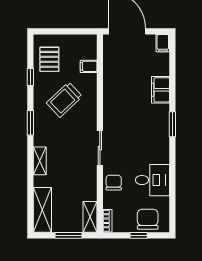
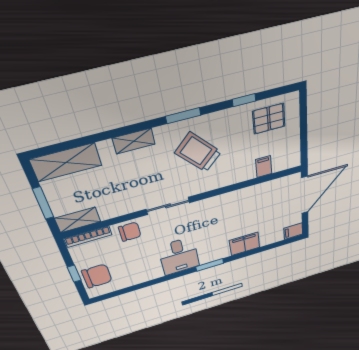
trolley: (64, 100) -> (198, 152), moved
desk: (152, 180) -> (179, 256), moved
bookcase: (107, 221) -> (88, 237), width x1.56

